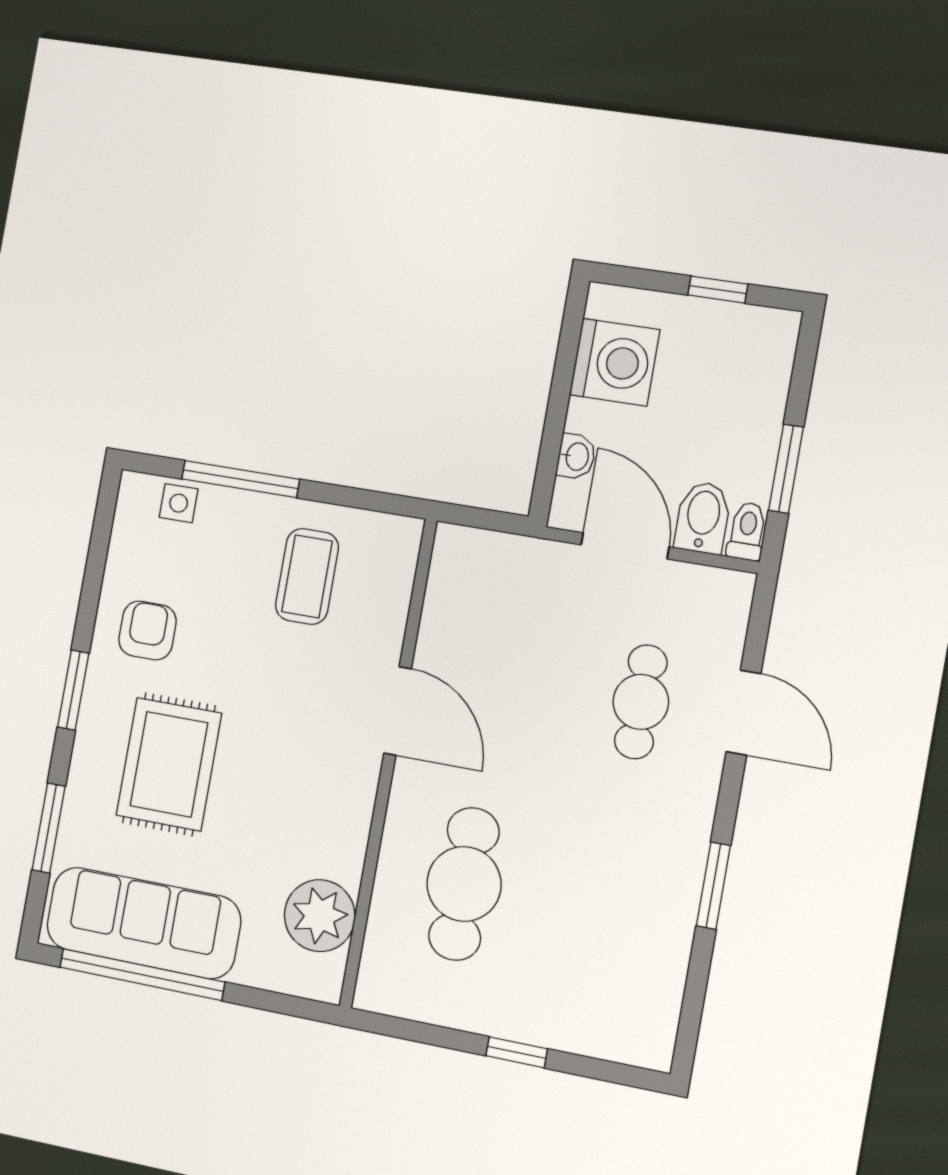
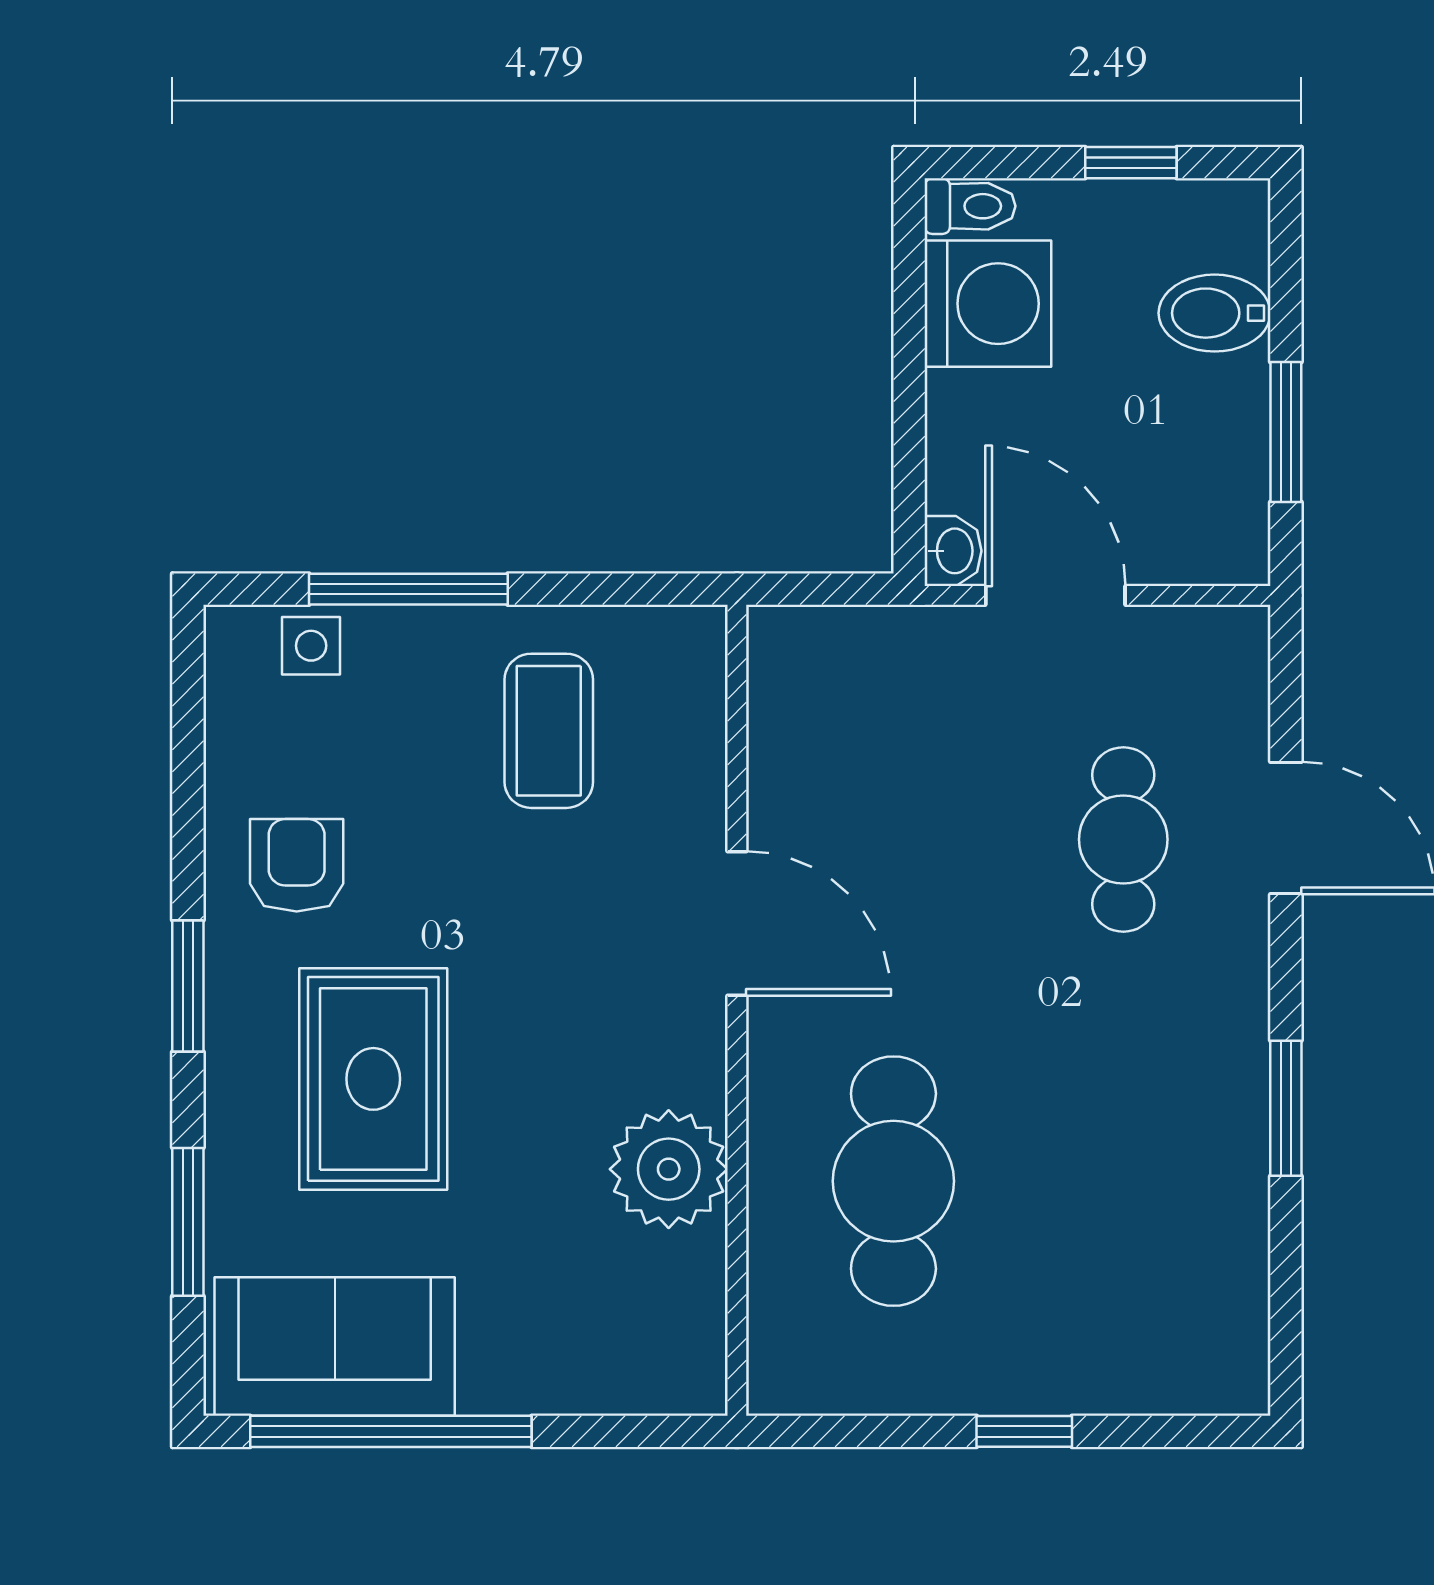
washbasin: (576, 456) -> (953, 551), moved
bidet: (703, 517) -> (1215, 313), moved, turned -90
toilet: (747, 531) -> (970, 206), moved, turned 90
plant: (320, 916) -> (669, 1169), moved
sofa: (143, 923) -> (335, 1347), width x0.73

